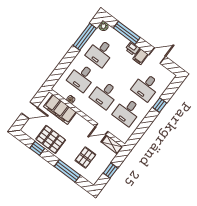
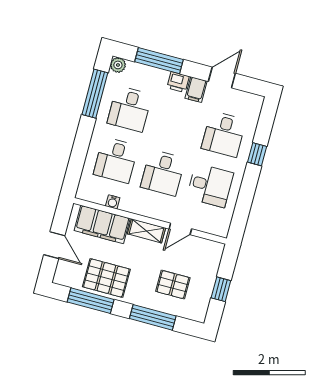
door: (30, 110) -> (54, 245), hinge flipped
desk: (127, 112) -> (210, 185), turned -90
shelving: (112, 144) -> (147, 231), moved
window: (37, 148) -> (91, 301), width x2.17
pallet: (85, 158) -> (173, 285), turned 90

